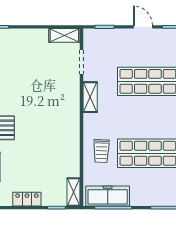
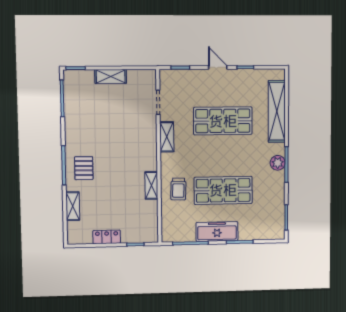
shelving: (64, 35) -> (111, 76), moved
shelving: (74, 192) -> (151, 185), moved
freezer: (108, 196) -> (217, 231), moved

